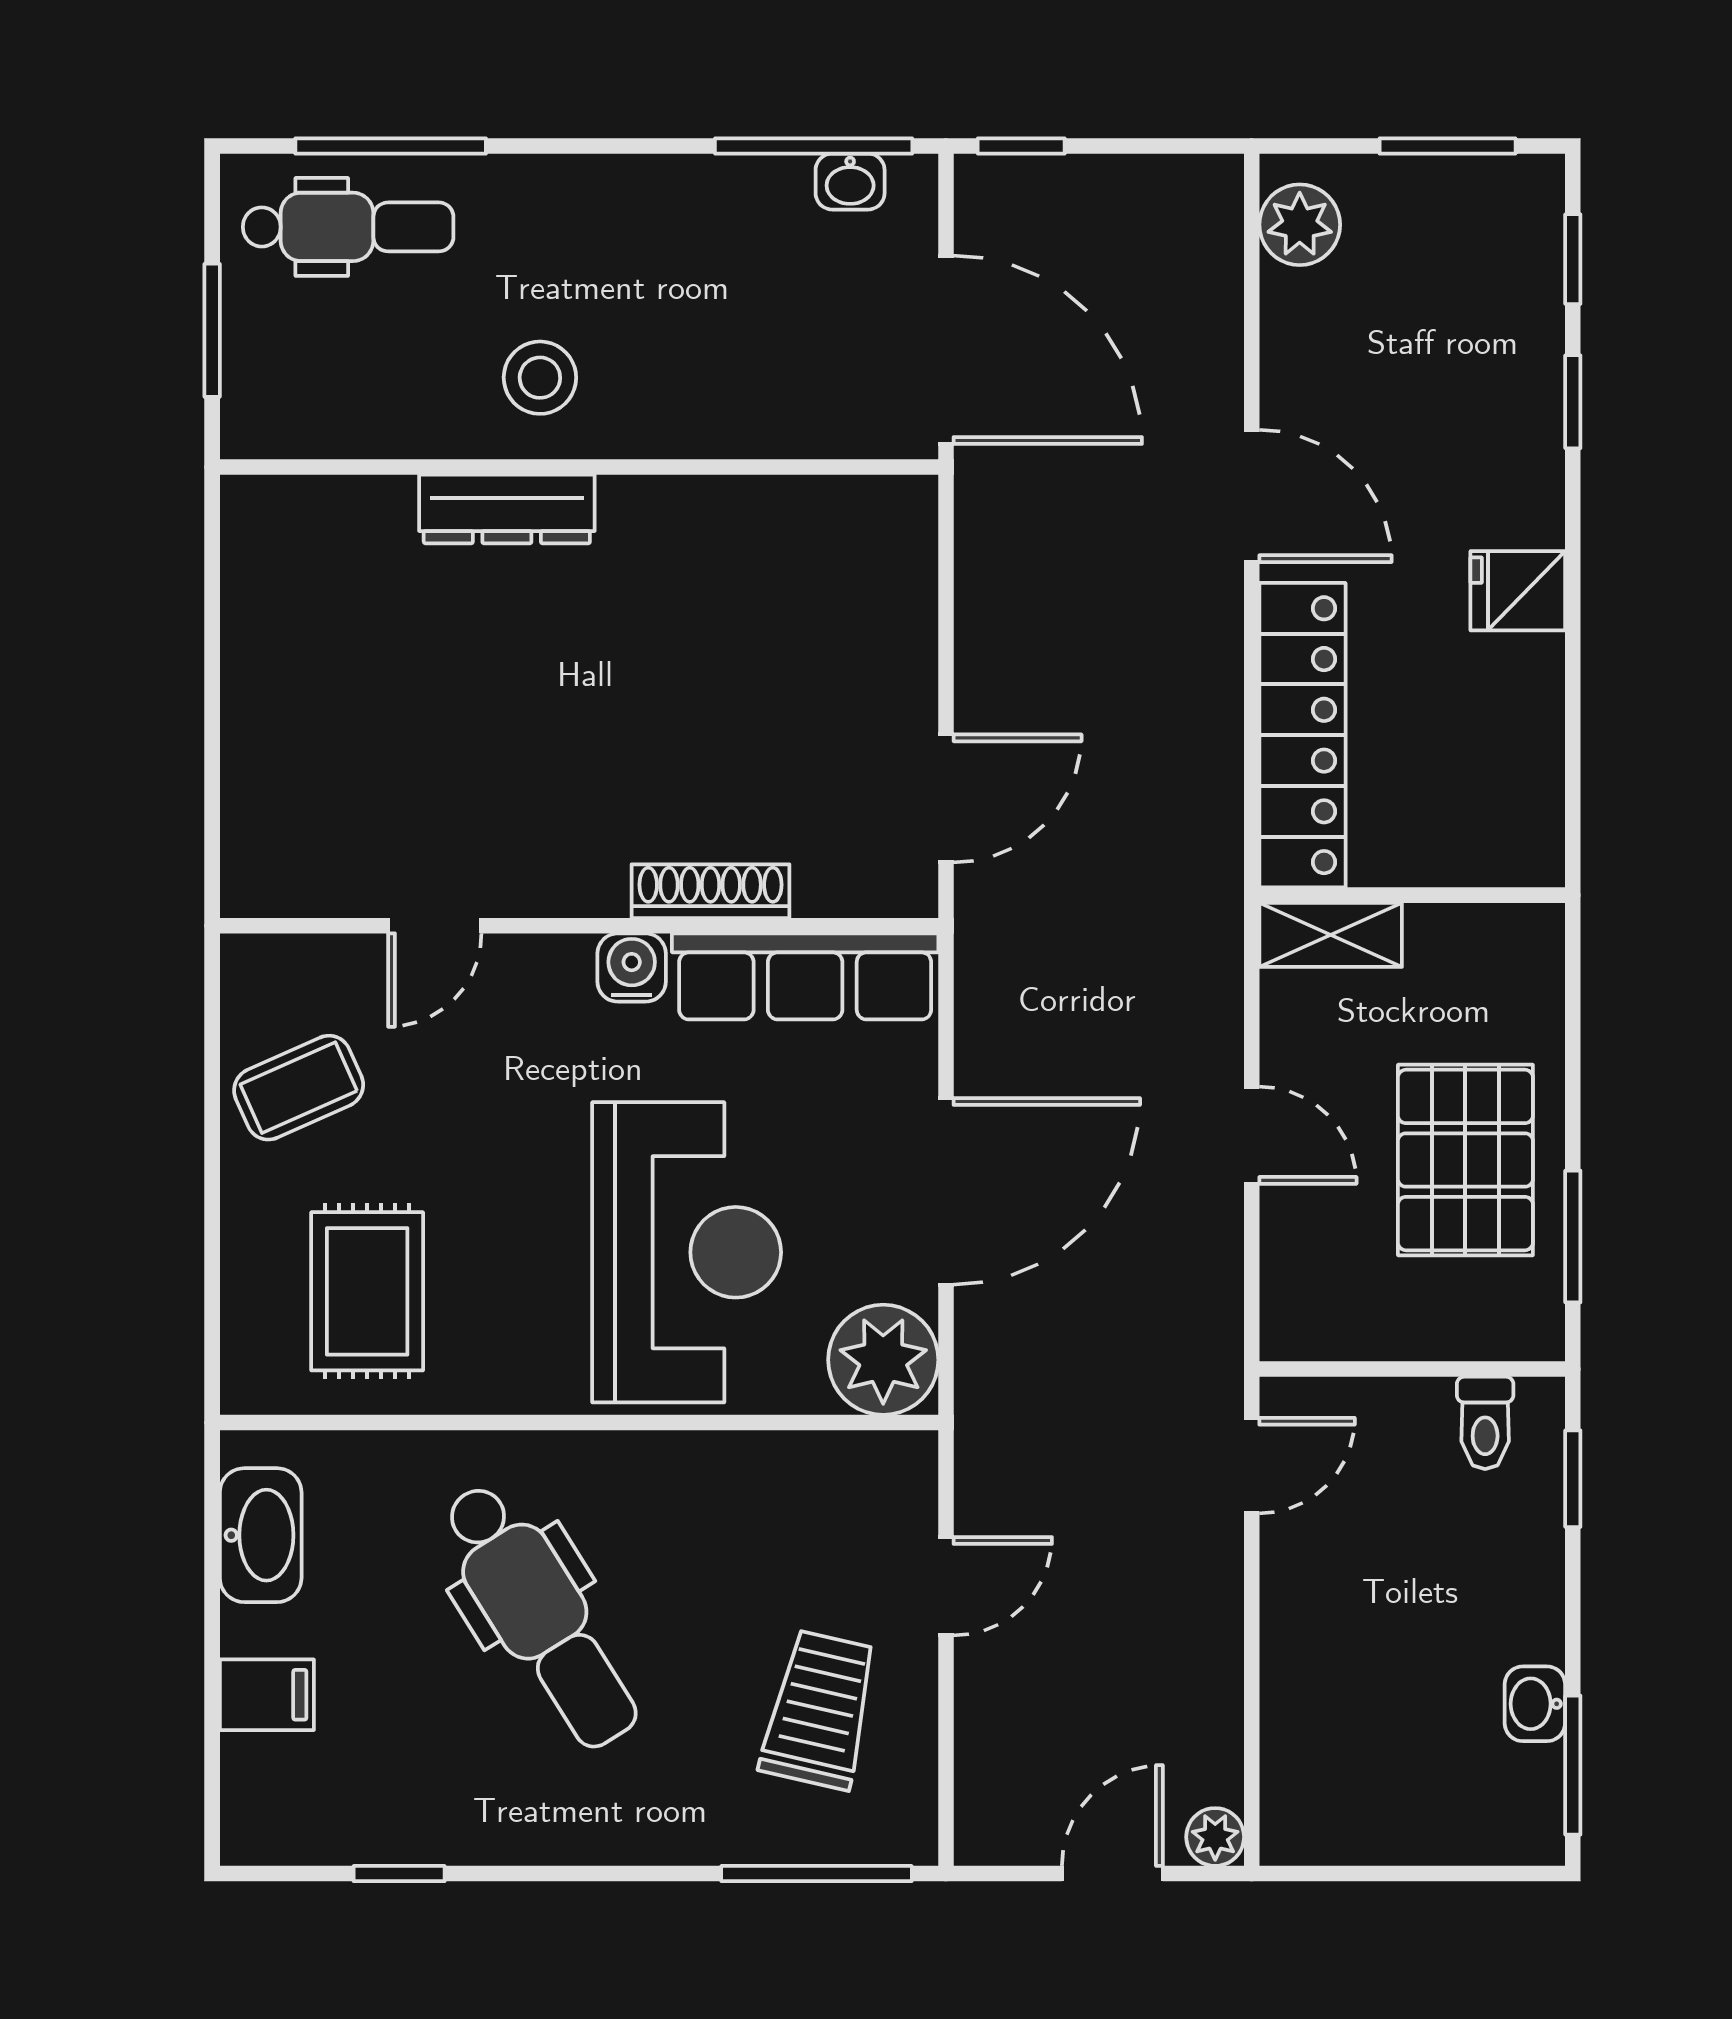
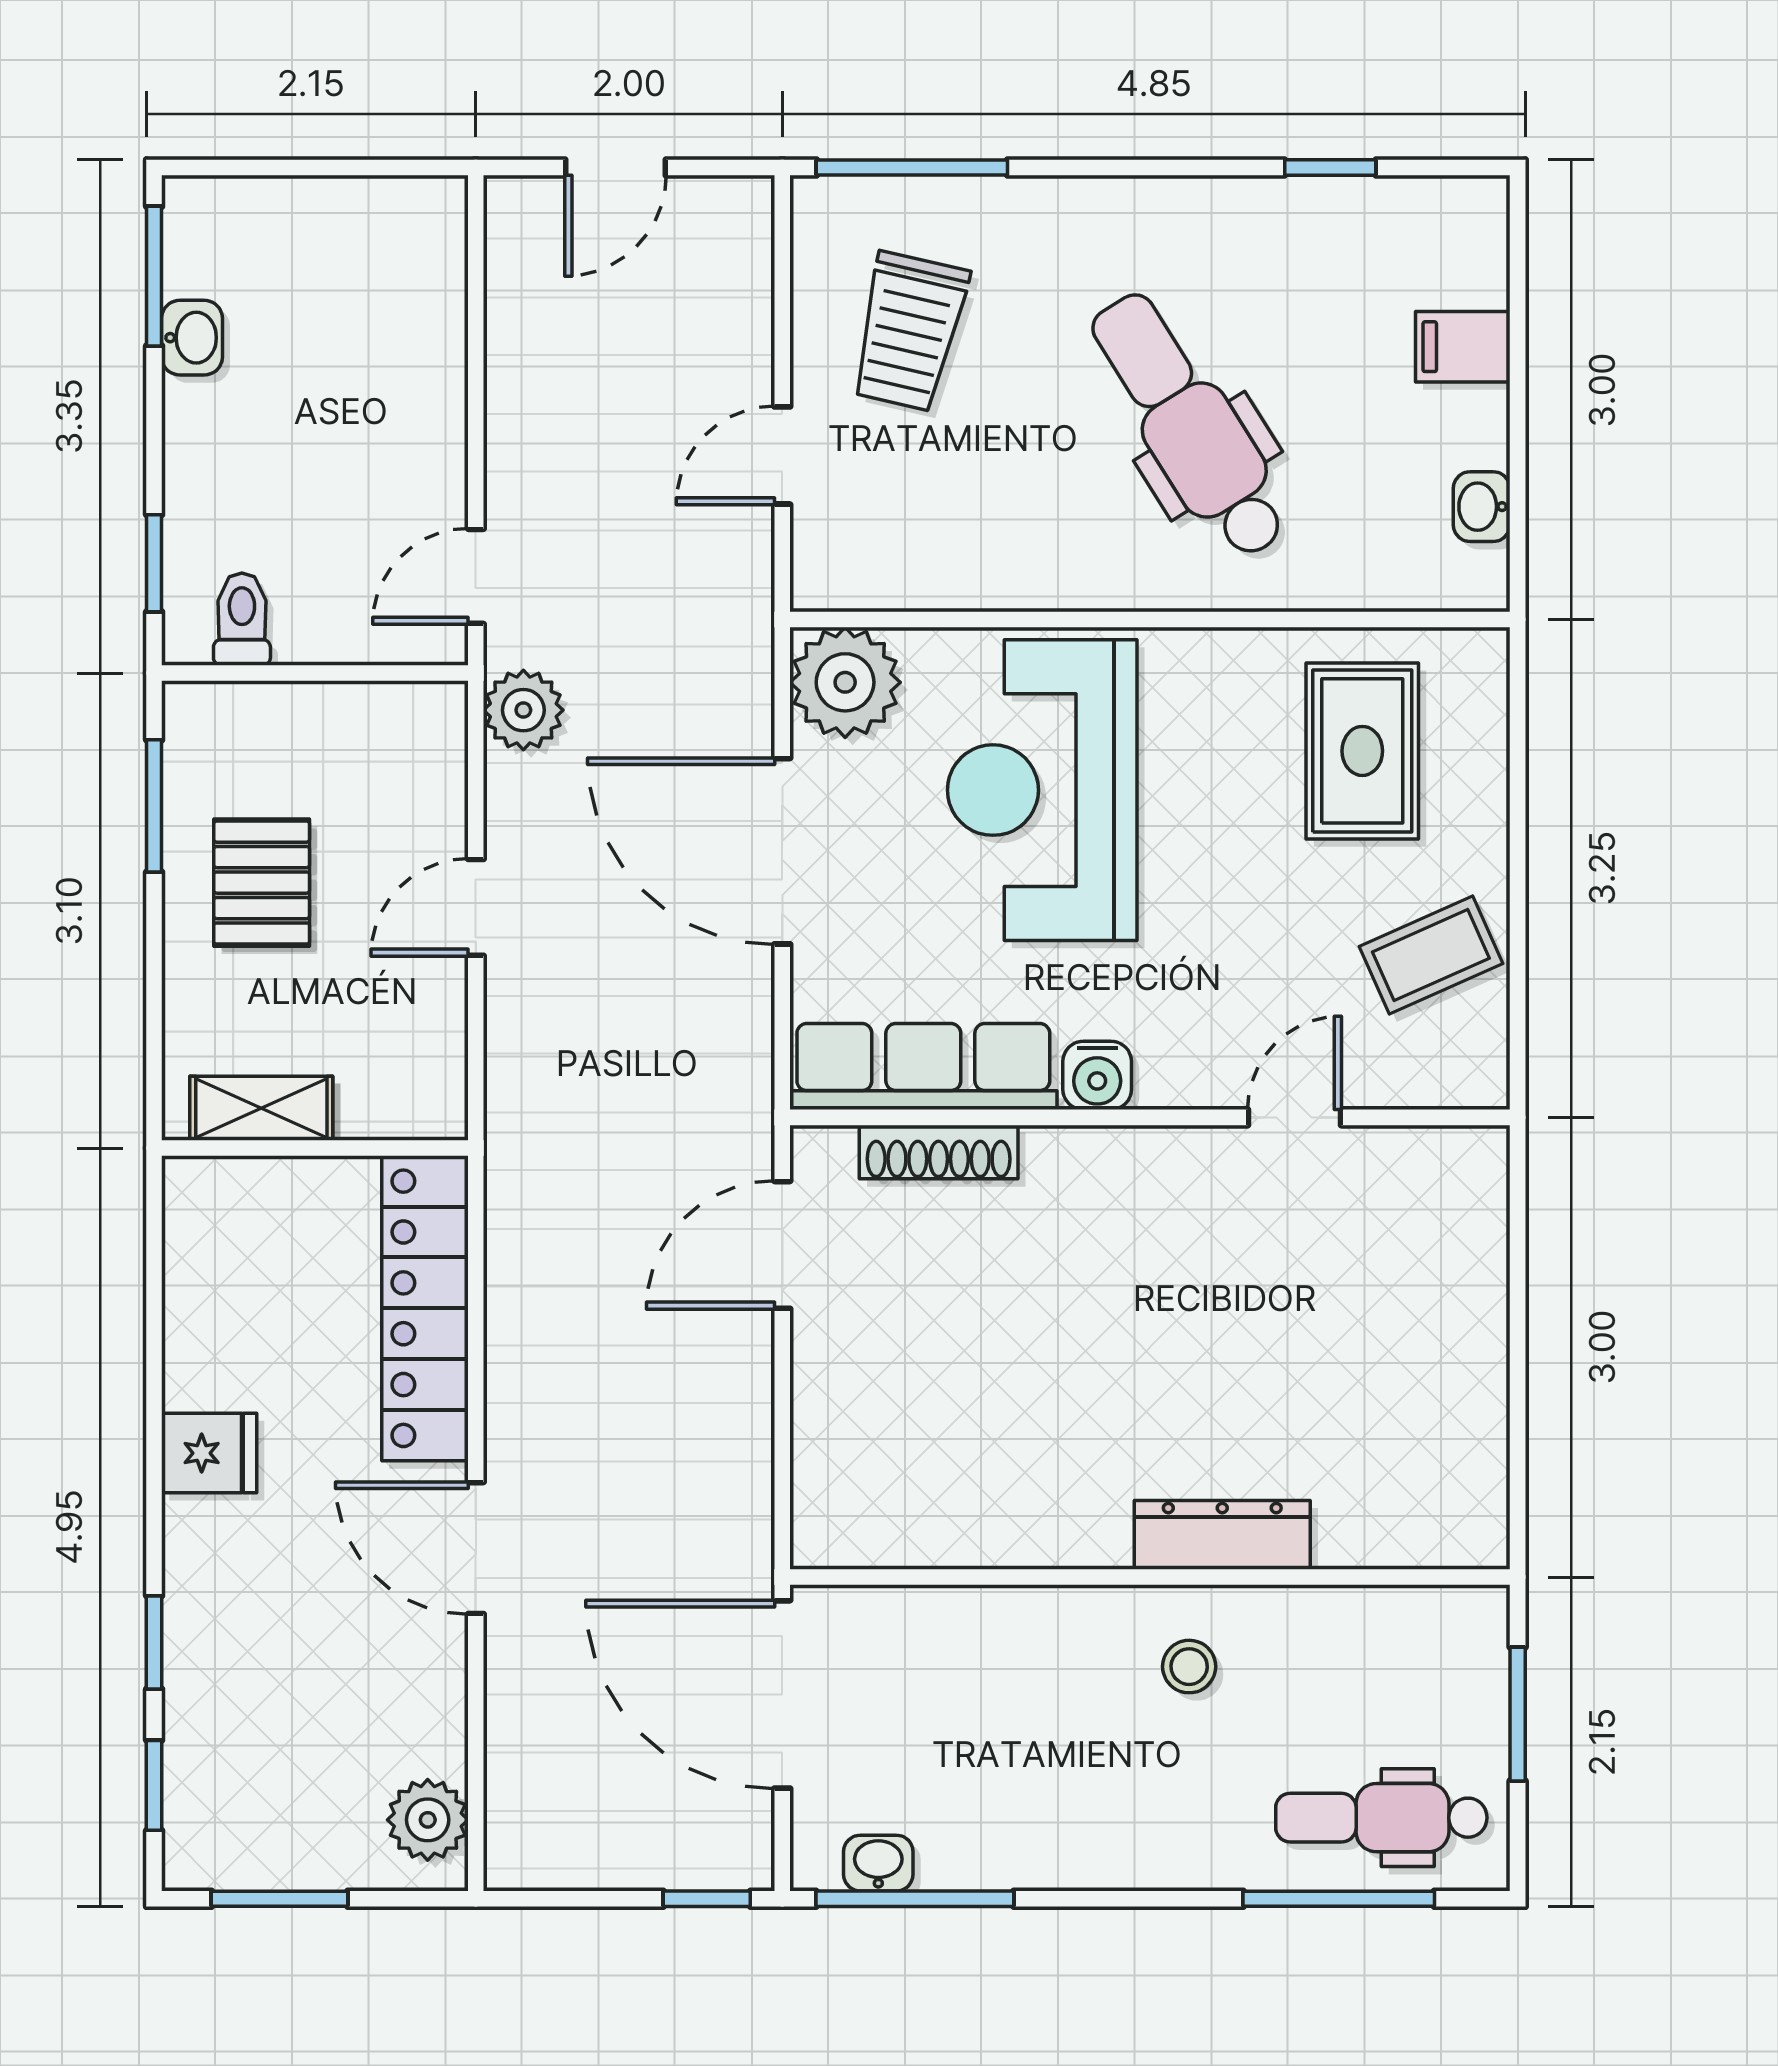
stool: (540, 378) -> (1189, 1667), width x0.73, depth x0.73
shoe rack: (711, 891) -> (939, 1152), moved
shelving: (1331, 935) -> (261, 1108), moved
door: (1252, 1135) -> (476, 907), hinge flipped
pallet: (1465, 1160) -> (262, 883), width x0.67, depth x0.71
door: (946, 1191) -> (782, 851), hinge flipped
washbasin: (261, 1535) -> (1482, 507), width x0.52, depth x0.69
plant: (1215, 1837) -> (523, 710), moved, width x1.38, depth x1.38

